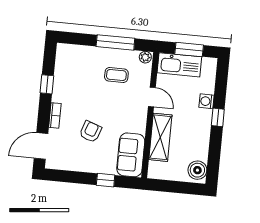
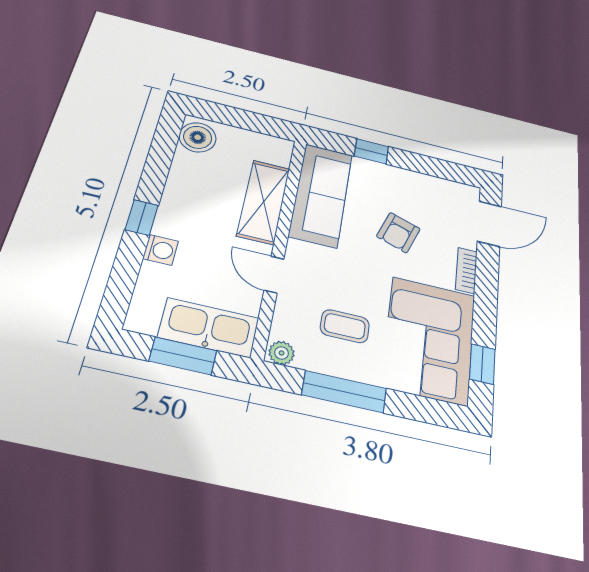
corner sofa: (75, 74) -> (429, 340), added
window: (47, 84) -> (482, 364), moved
sofa: (131, 155) -> (321, 195), width x1.36

